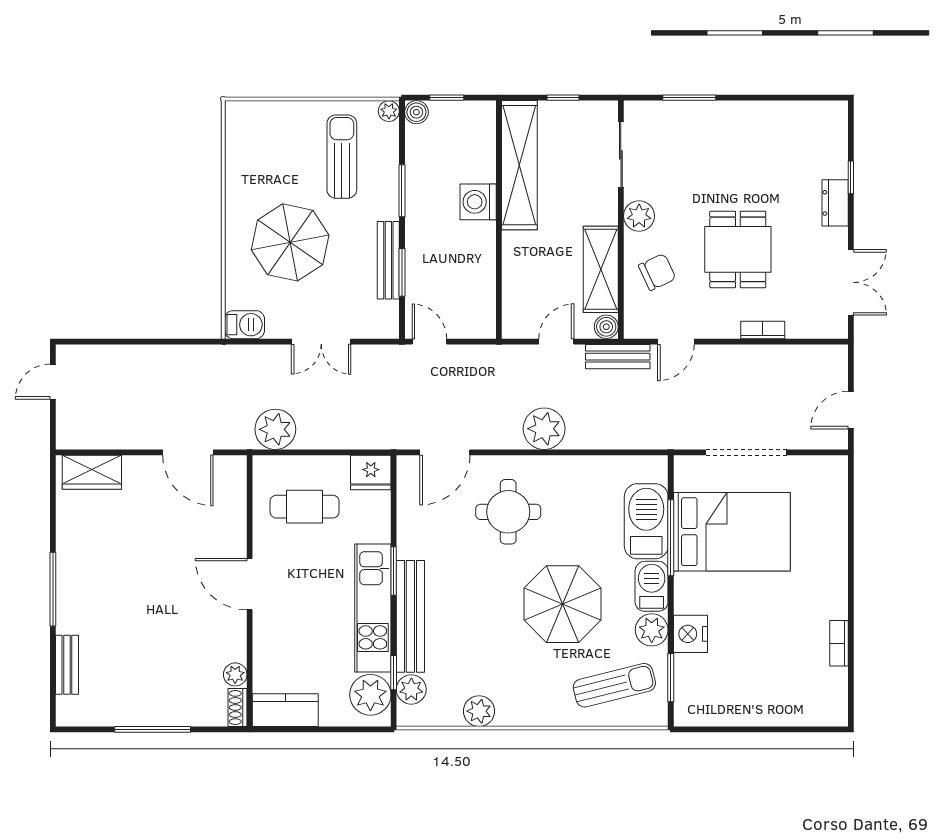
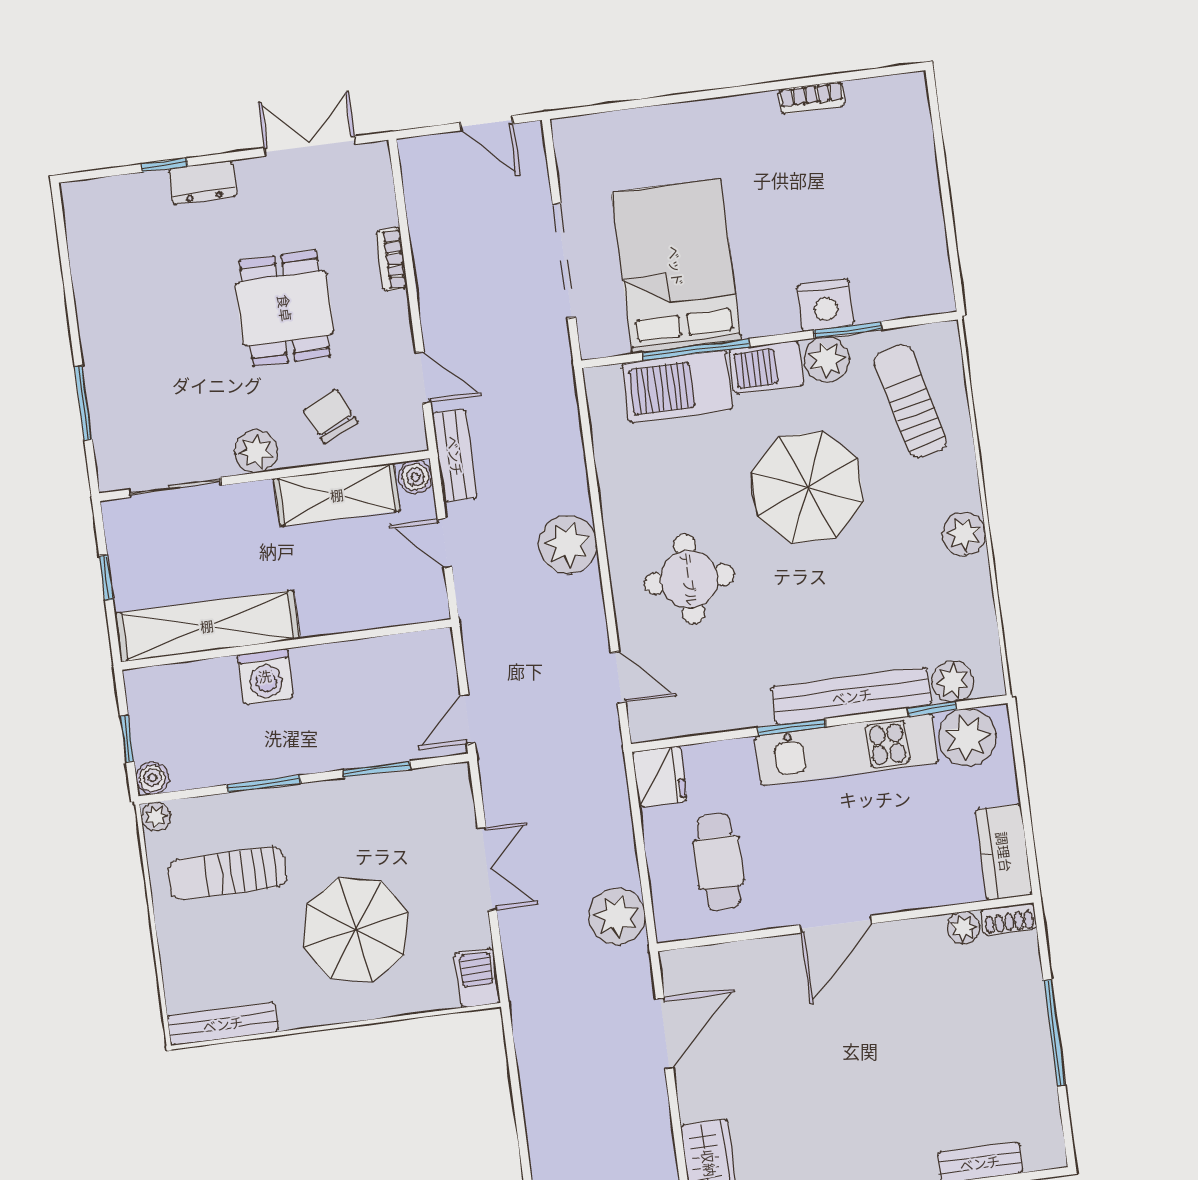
dining table: (738, 249) -> (285, 308), turned 90
bench: (388, 260) -> (223, 1024), moved
door: (445, 452) -> (618, 677), width x0.73
window: (671, 678) -> (848, 330), moved
plant: (479, 711) -> (964, 534), moved

